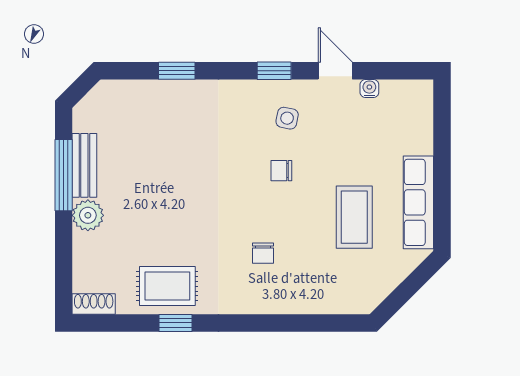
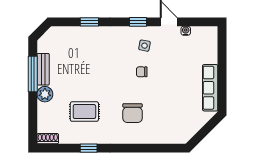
coffee table: (354, 217) -> (178, 95), removed
chair: (263, 253) -> (132, 113), width x1.87, depth x1.87
rug: (167, 286) -> (84, 112), moved

